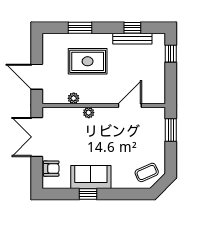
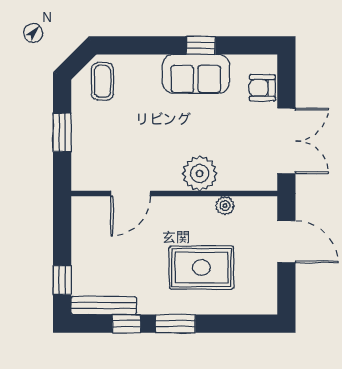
window: (80, 28) -> (175, 324), moved
bench: (132, 39) -> (104, 306), moved
plant: (89, 113) -> (200, 173), width x1.87, depth x1.87
window: (171, 130) -> (62, 132), moved
coffee table: (147, 172) -> (102, 81), turned -66

